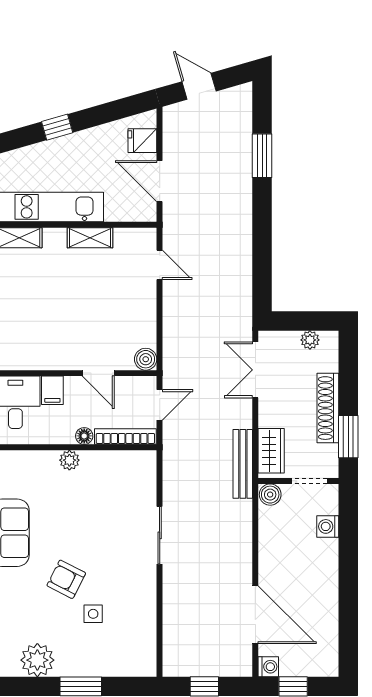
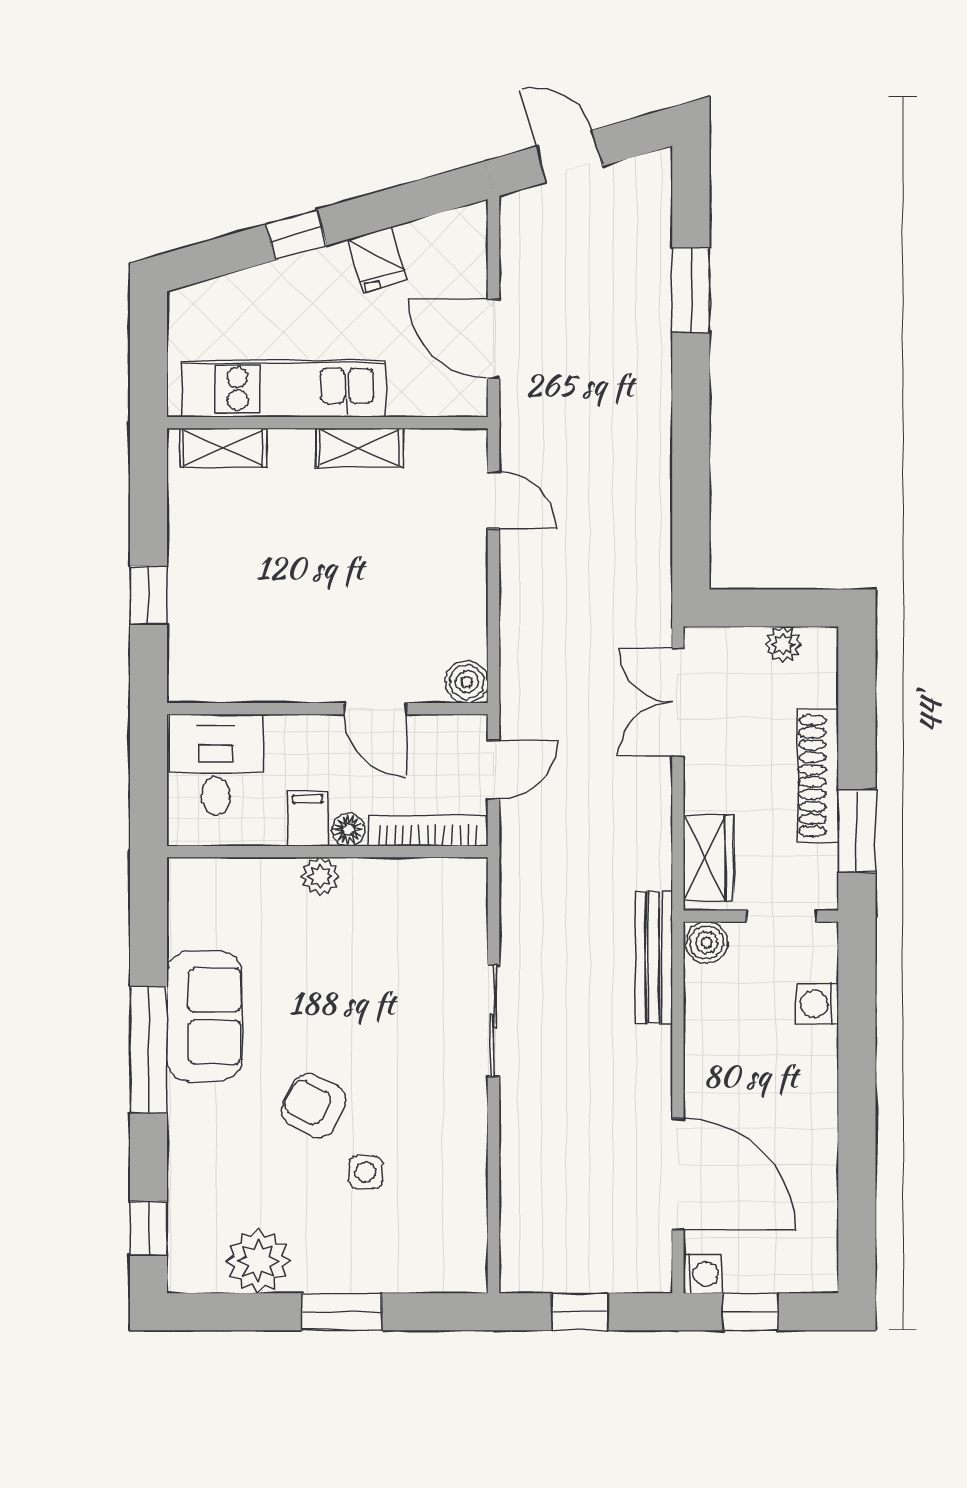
fridge: (142, 141) -> (377, 259), moved, turned -106
filing cabinet: (52, 390) -> (308, 818), moved, turned 180
bench: (243, 464) -> (654, 957), moved

